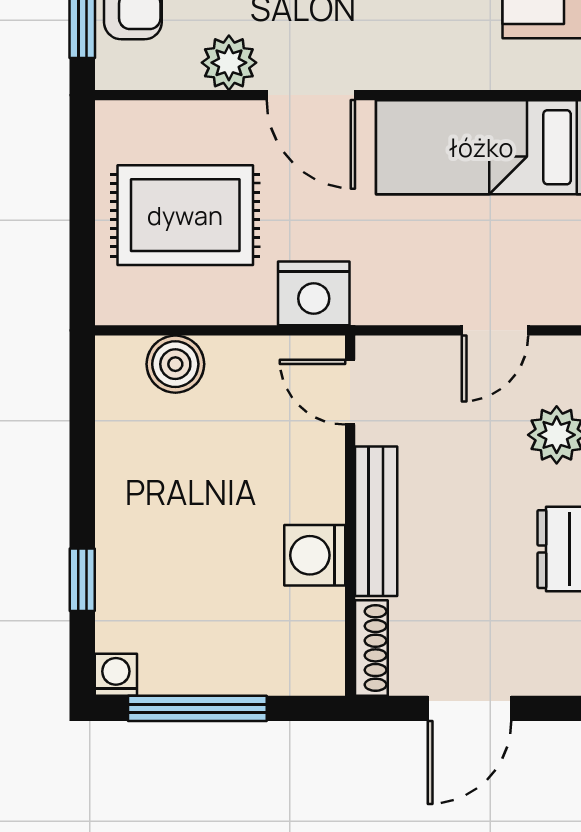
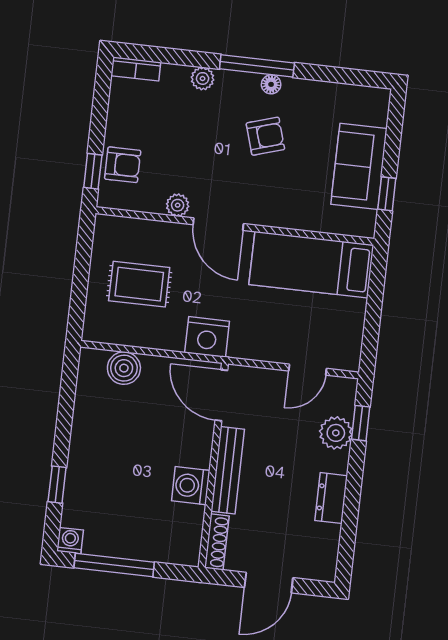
plant: (229, 63) -> (178, 205), width x0.73, depth x0.73
rug: (185, 215) -> (139, 284), width x0.73, depth x0.70
door: (350, 392) -> (221, 395), width x1.38

